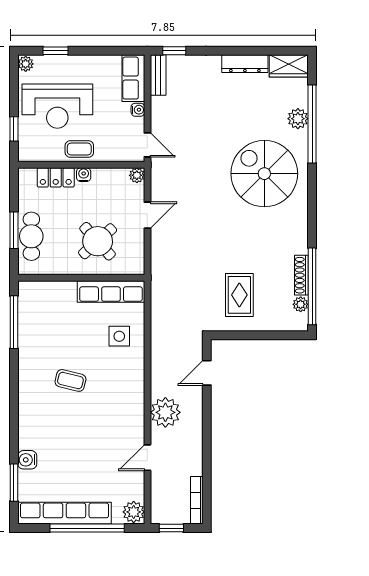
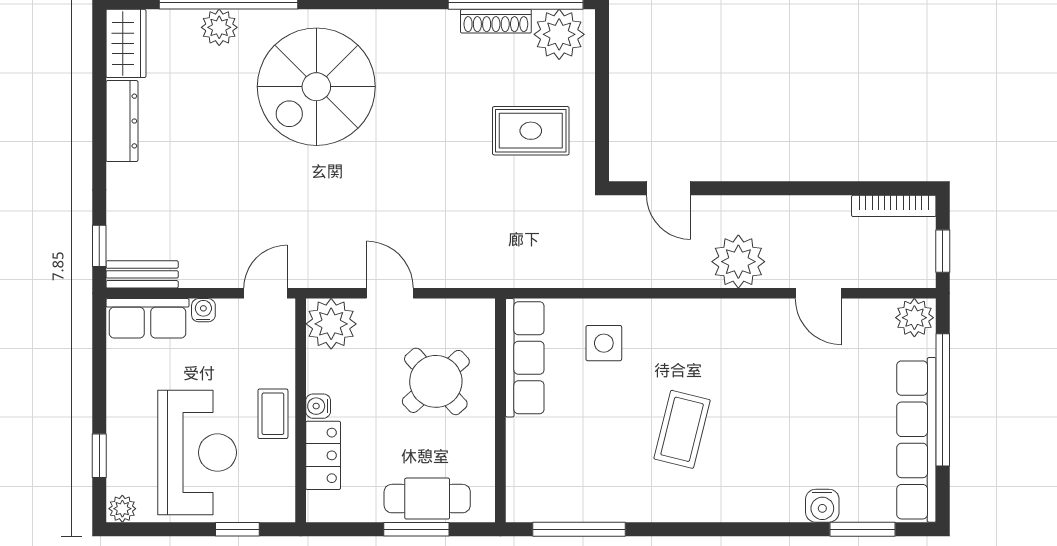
plant: (137, 175) -> (331, 324), width x1.88, depth x1.88
plant: (301, 304) -> (559, 34), width x1.88, depth x1.88
coffee table: (70, 380) -> (682, 429), width x1.36, depth x1.30

